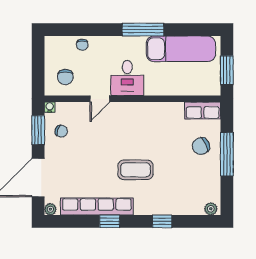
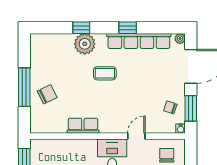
row of seats: (203, 110) -> (83, 126), moved
coffee table: (136, 170) -> (105, 73), width x0.73, depth x0.77
plant: (211, 209) -> (85, 44), moved, width x1.88, depth x1.88

